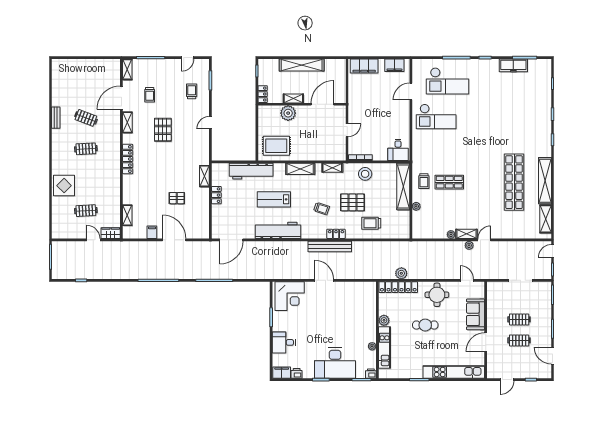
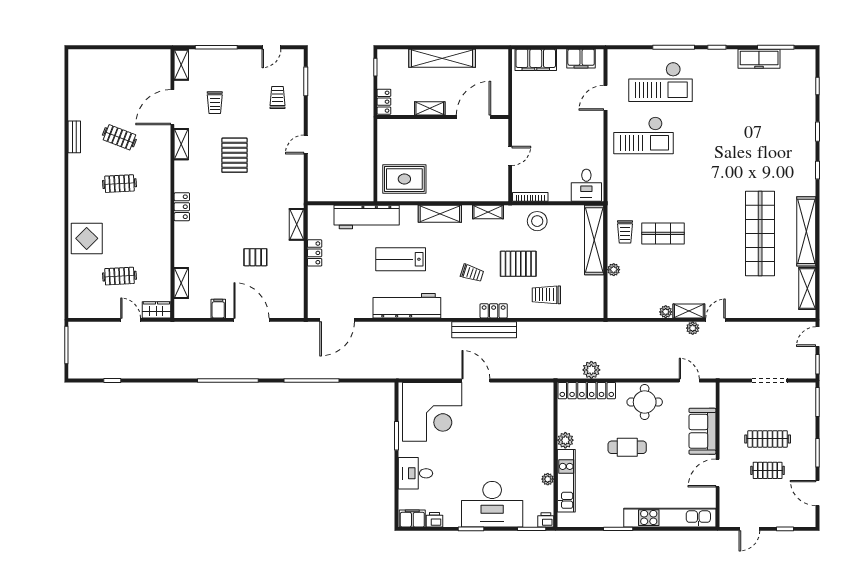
plant: (288, 113) -> (422, 130), removed
locker: (128, 159) -> (182, 207), width x0.66
corner desk: (290, 296) -> (432, 412), width x1.36, depth x1.36
clothes rail: (519, 319) -> (768, 439), width x1.36

